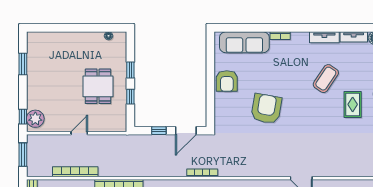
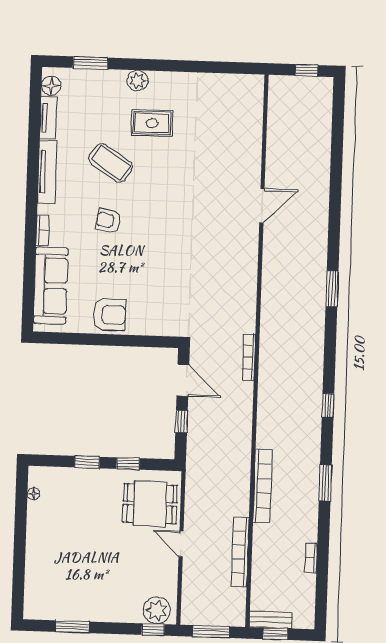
tv unit: (324, 37) -> (47, 172), width x1.41
dining table: (98, 86) -> (150, 504), moved
armchair: (266, 109) -> (108, 221), moved, width x0.53, depth x0.53

